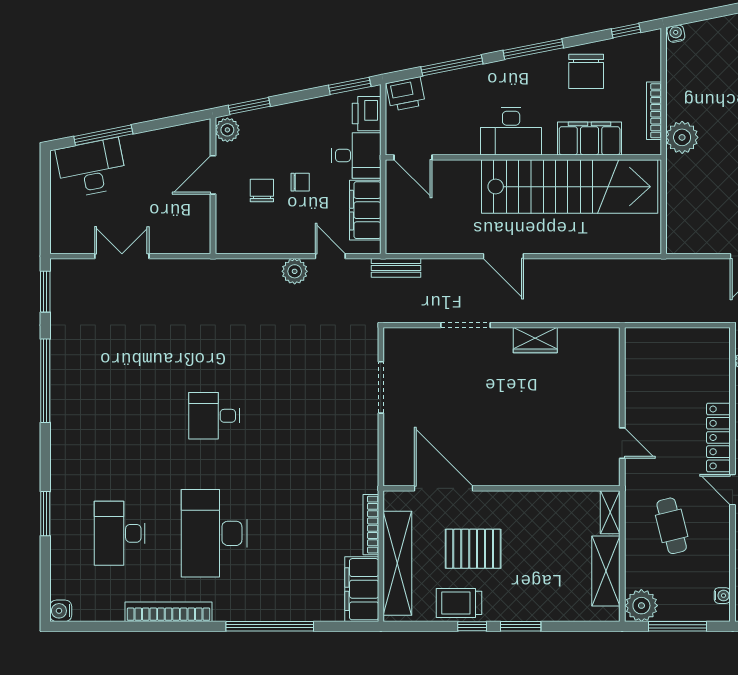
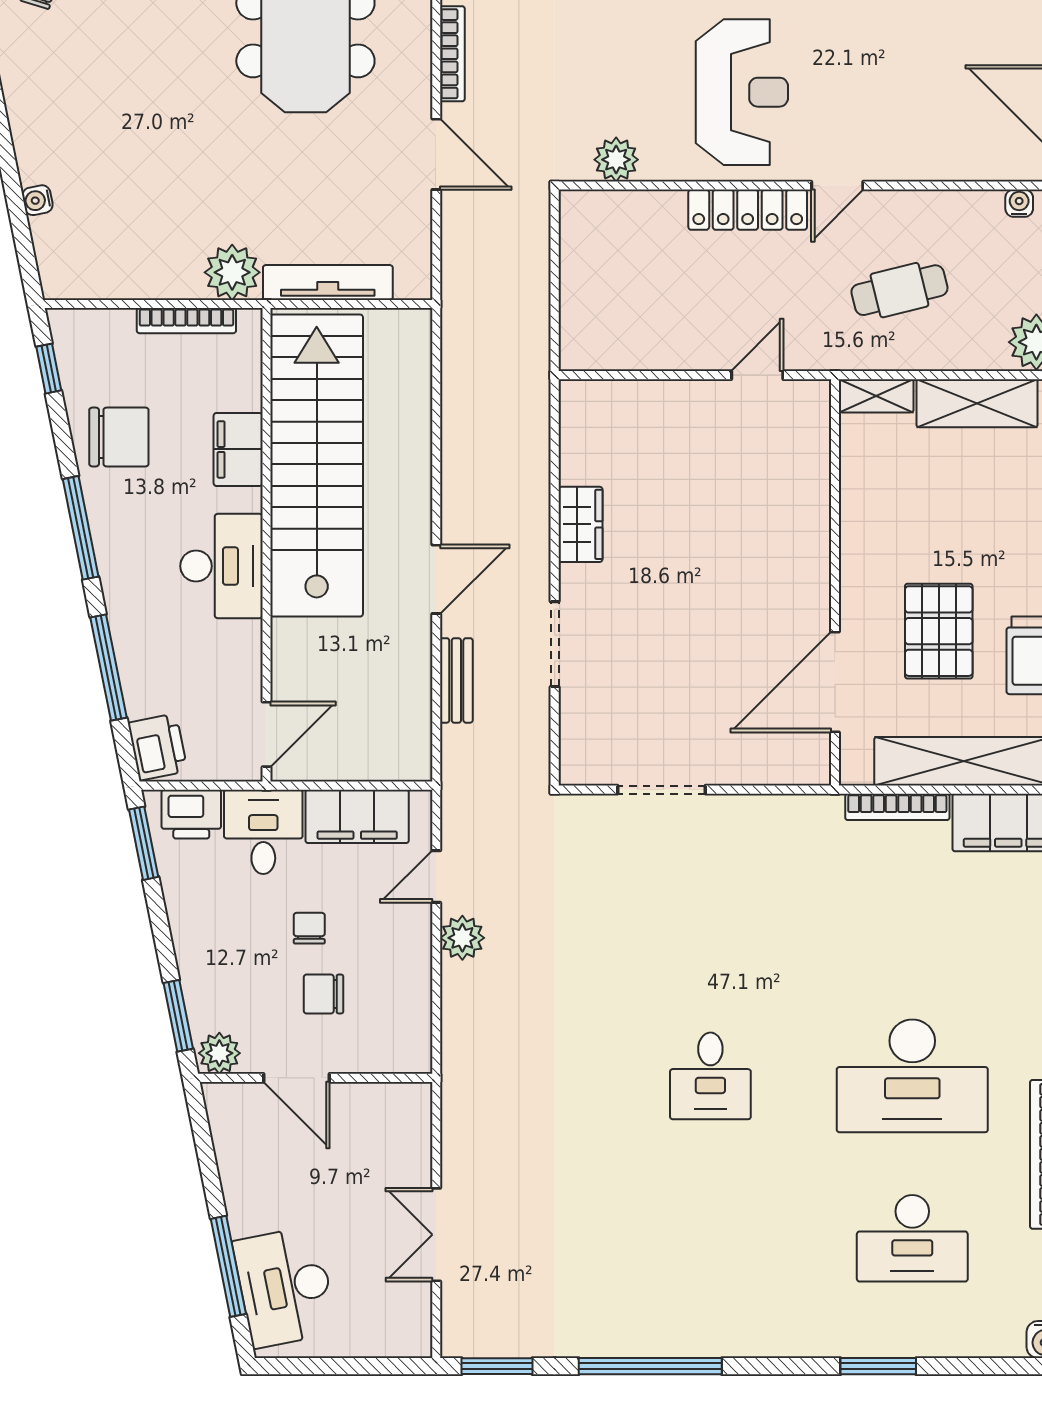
water cooler: (676, 34) -> (37, 200), moved
filing cabinet: (590, 138) -> (238, 449), width x0.67, depth x0.86
tv unit: (676, 193) -> (328, 282), added
bench: (396, 268) -> (456, 680), moved

